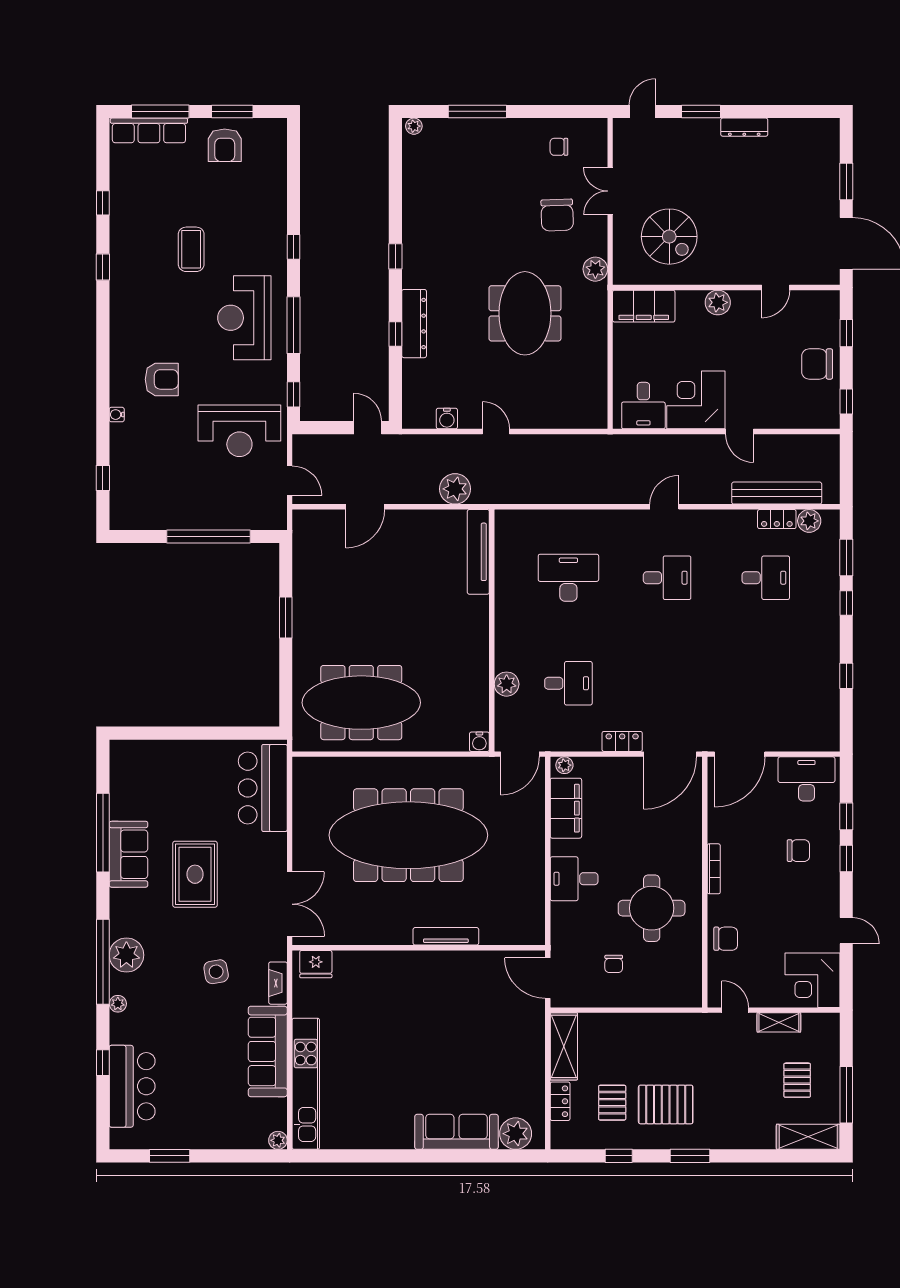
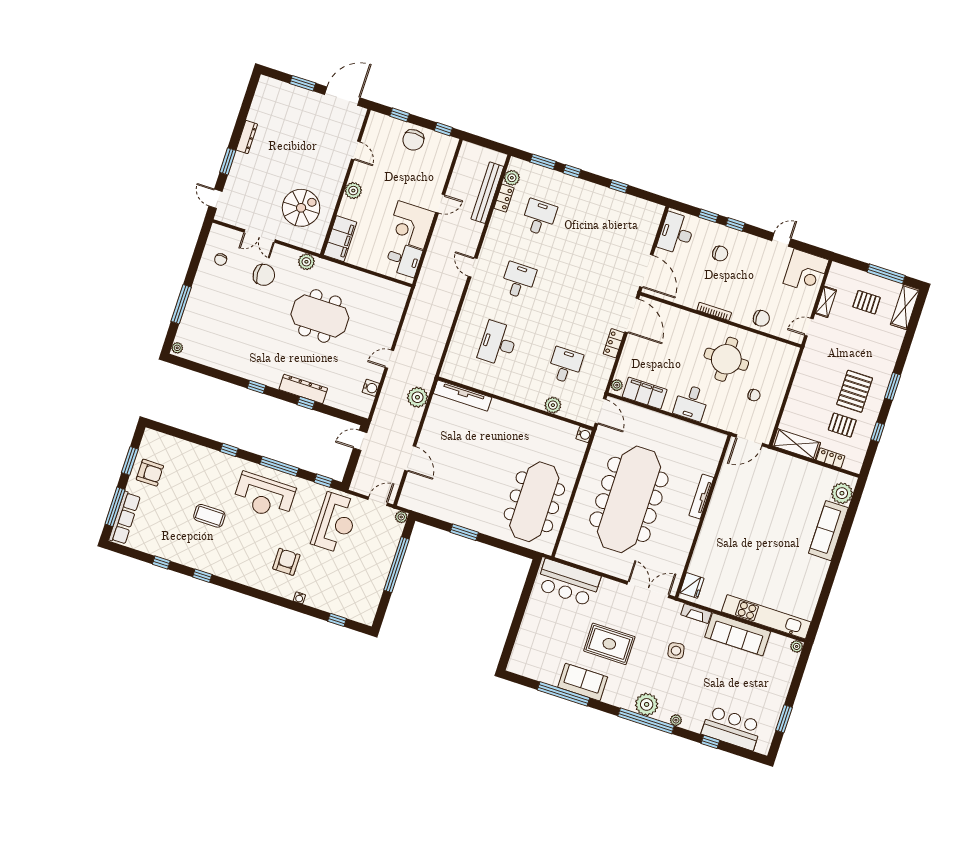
plant: (278, 521) -> (401, 517), added
chair: (798, 851) -> (720, 253), turned 90
chair: (726, 939) -> (761, 318), turned 90

